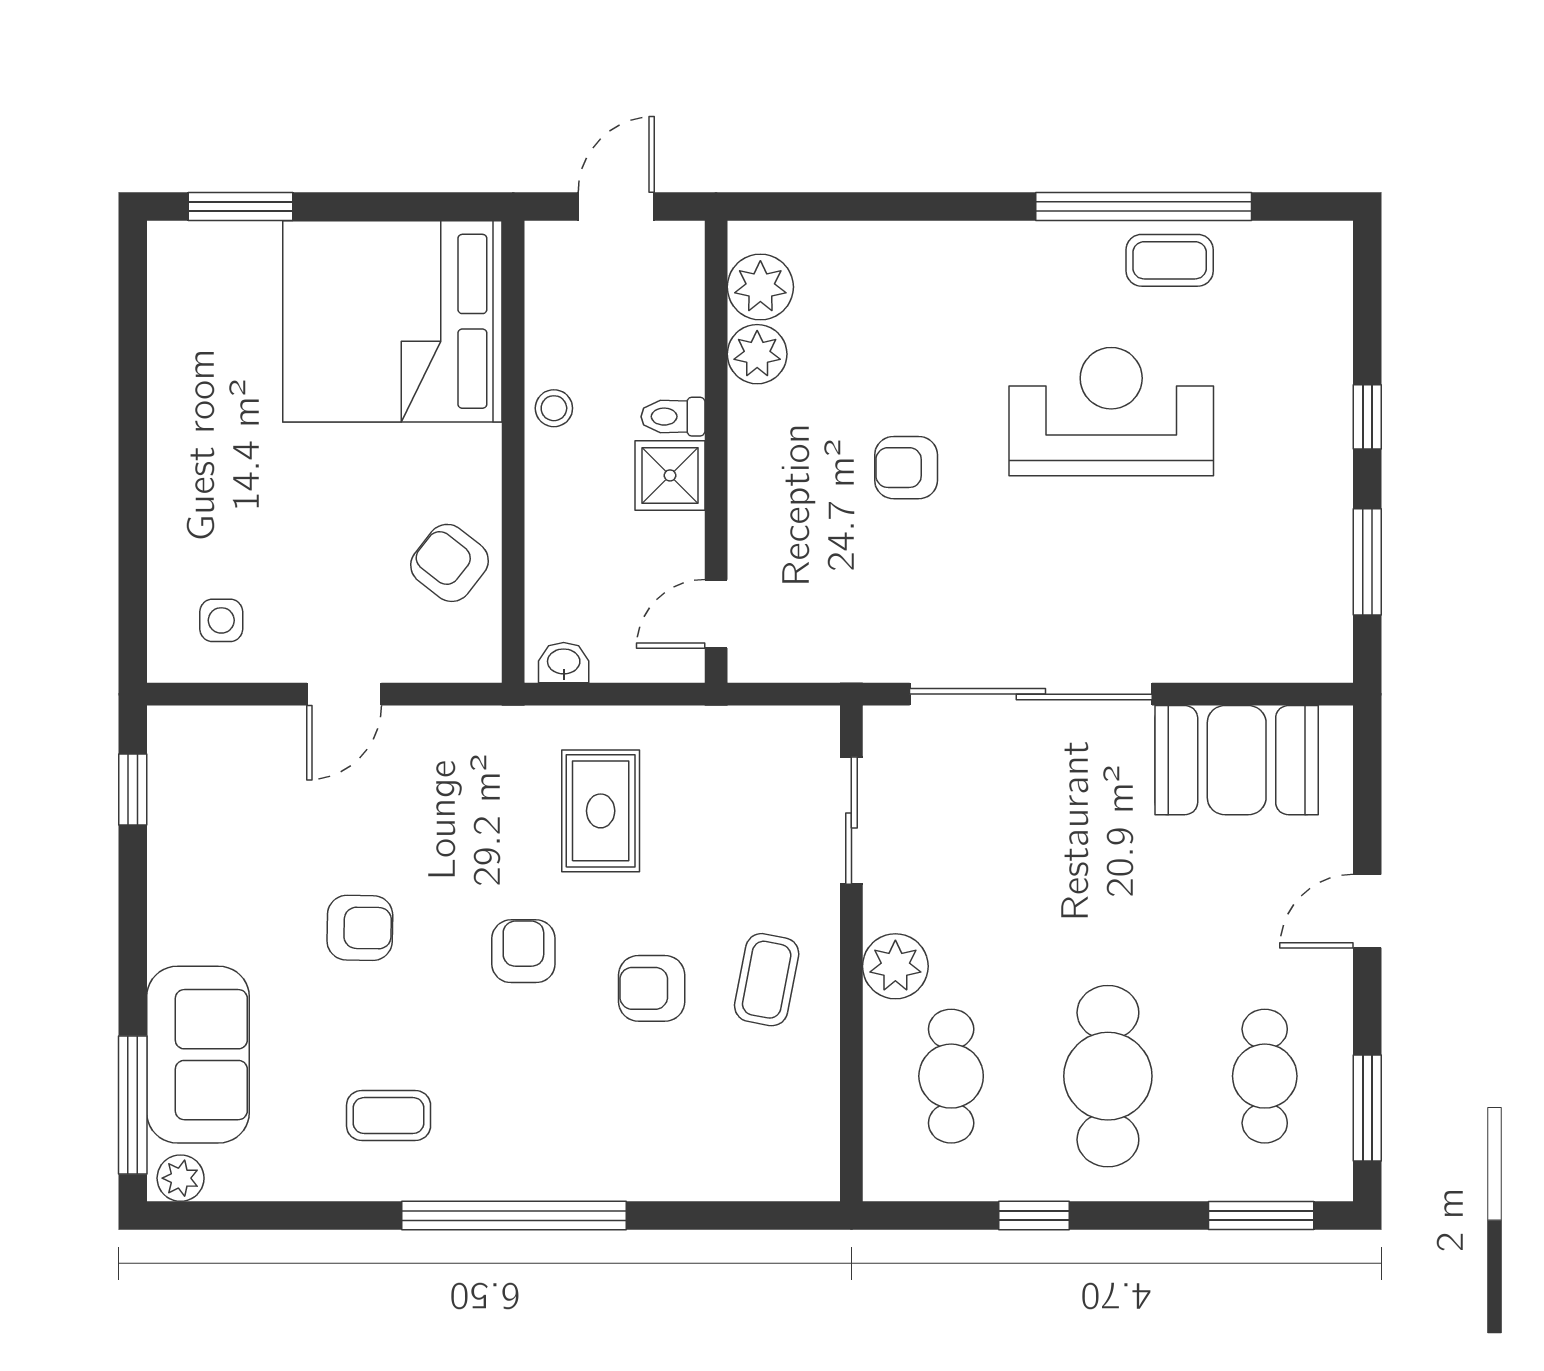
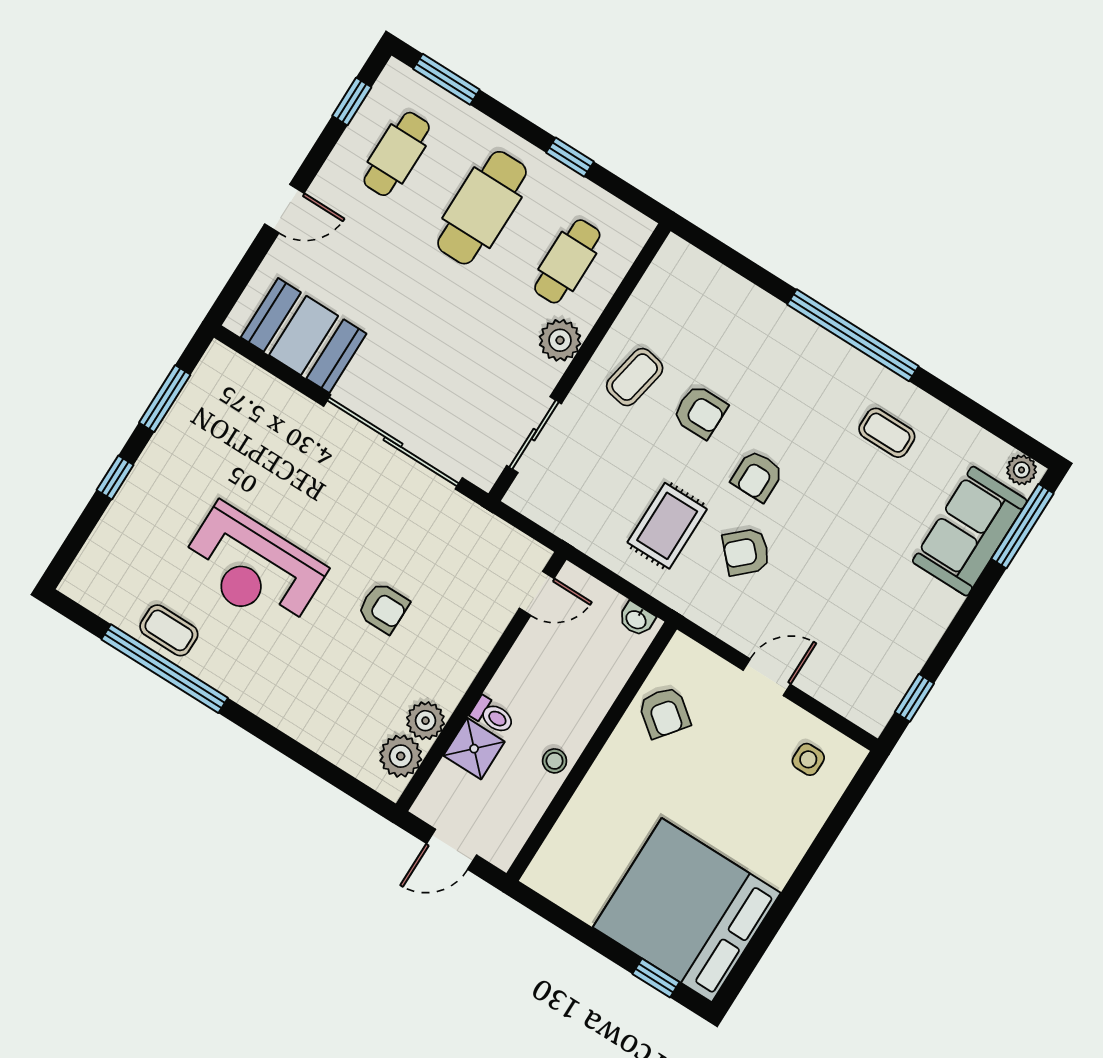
window: (241, 207) -> (656, 978), width x0.67
bed: (392, 321) -> (687, 910), moved, turned 180
shower: (670, 475) -> (474, 749), moved
armchair: (360, 928) -> (746, 552), moved, turned -44
window: (1367, 1108) -> (352, 101), width x0.67

